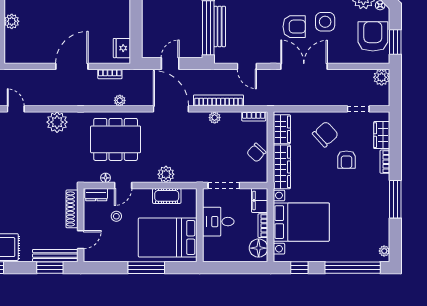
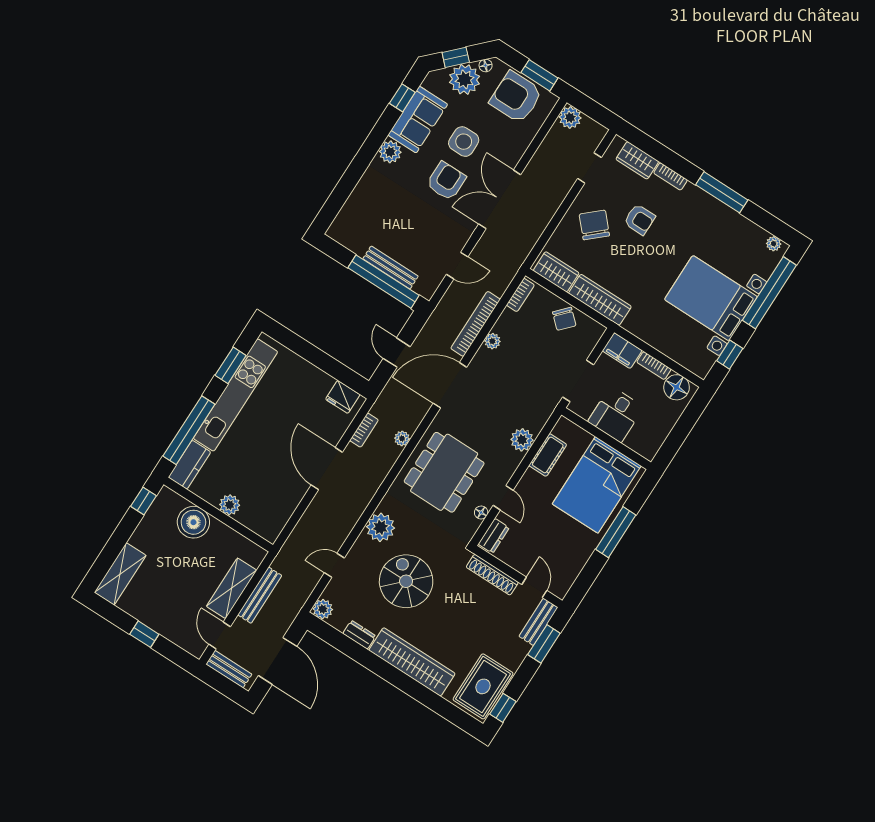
spiral stairs: (34, 159) -> (406, 581), added
stool: (116, 216) -> (534, 529), removed
bed with nightstands: (301, 222) -> (711, 298), moved, turned -90
bench: (55, 256) -> (538, 622), width x0.73

